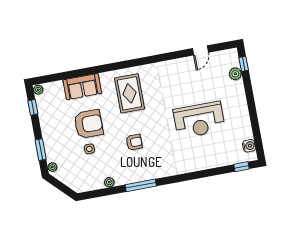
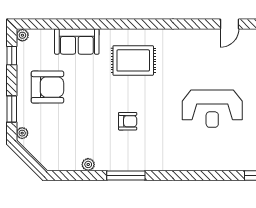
rug: (130, 93) -> (133, 60), turned 90
armchair: (89, 124) -> (47, 87), moved
side table: (89, 149) -> (71, 119), removed

